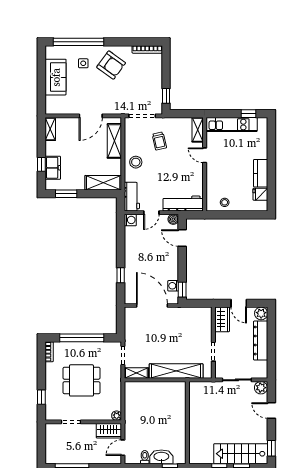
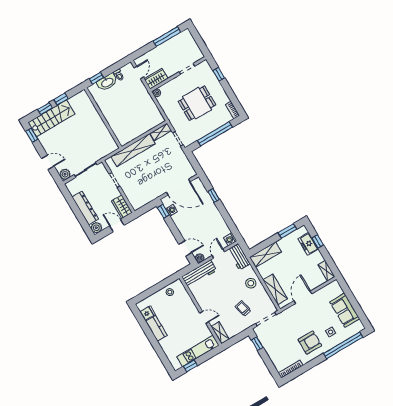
armchair: (111, 65) -> (310, 343), turned 144

